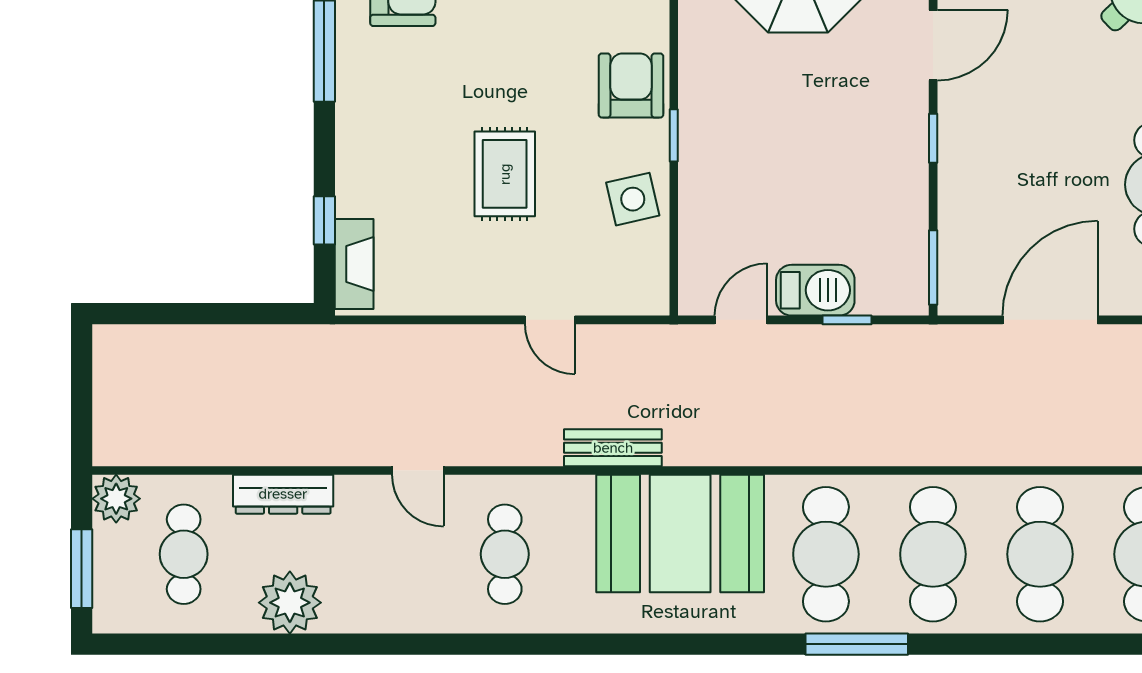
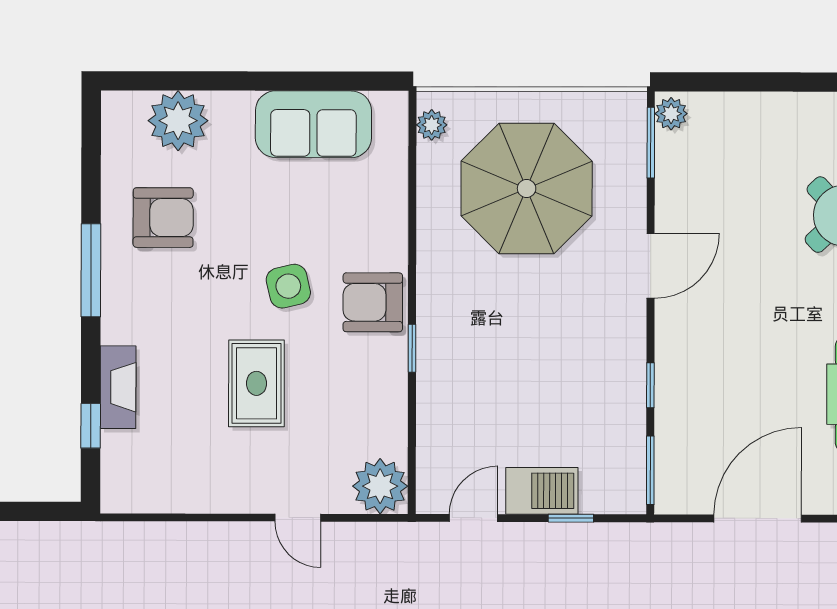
armchair: (631, 86) -> (373, 302), turned -90
window: (933, 138) -> (650, 385), moved
side table: (633, 199) -> (288, 286), moved
fireplace: (354, 264) -> (118, 387), moved
plant: (639, 285) -> (380, 486), added

